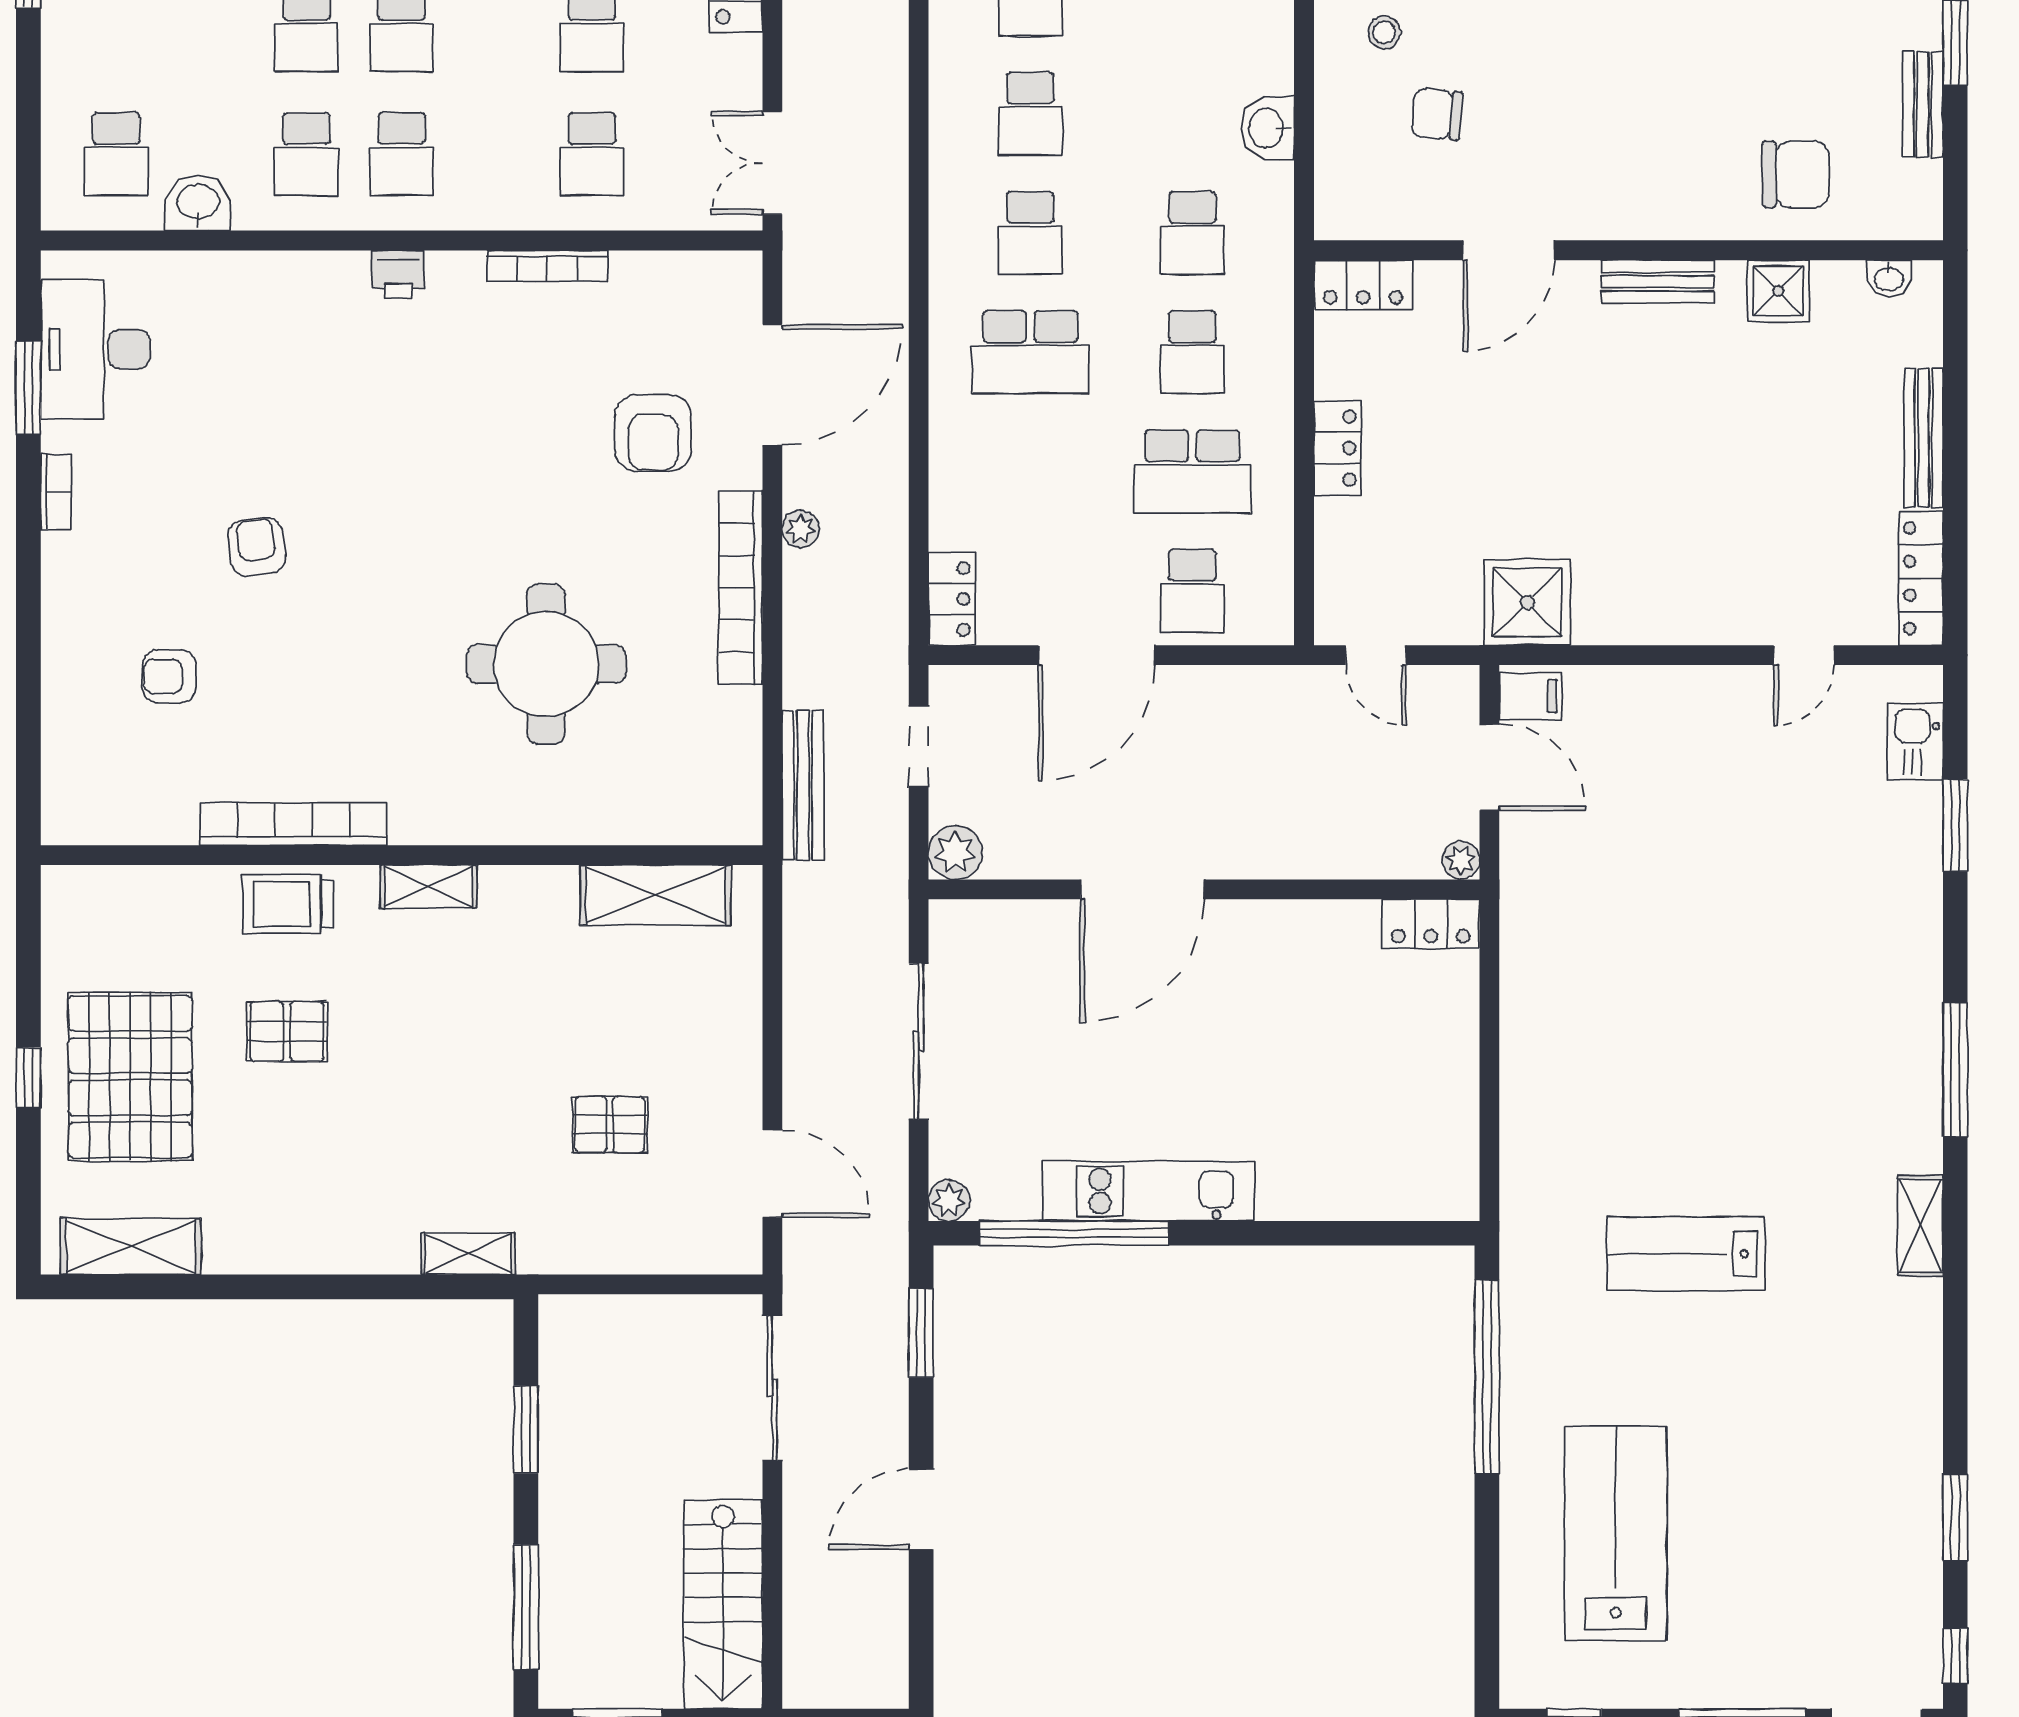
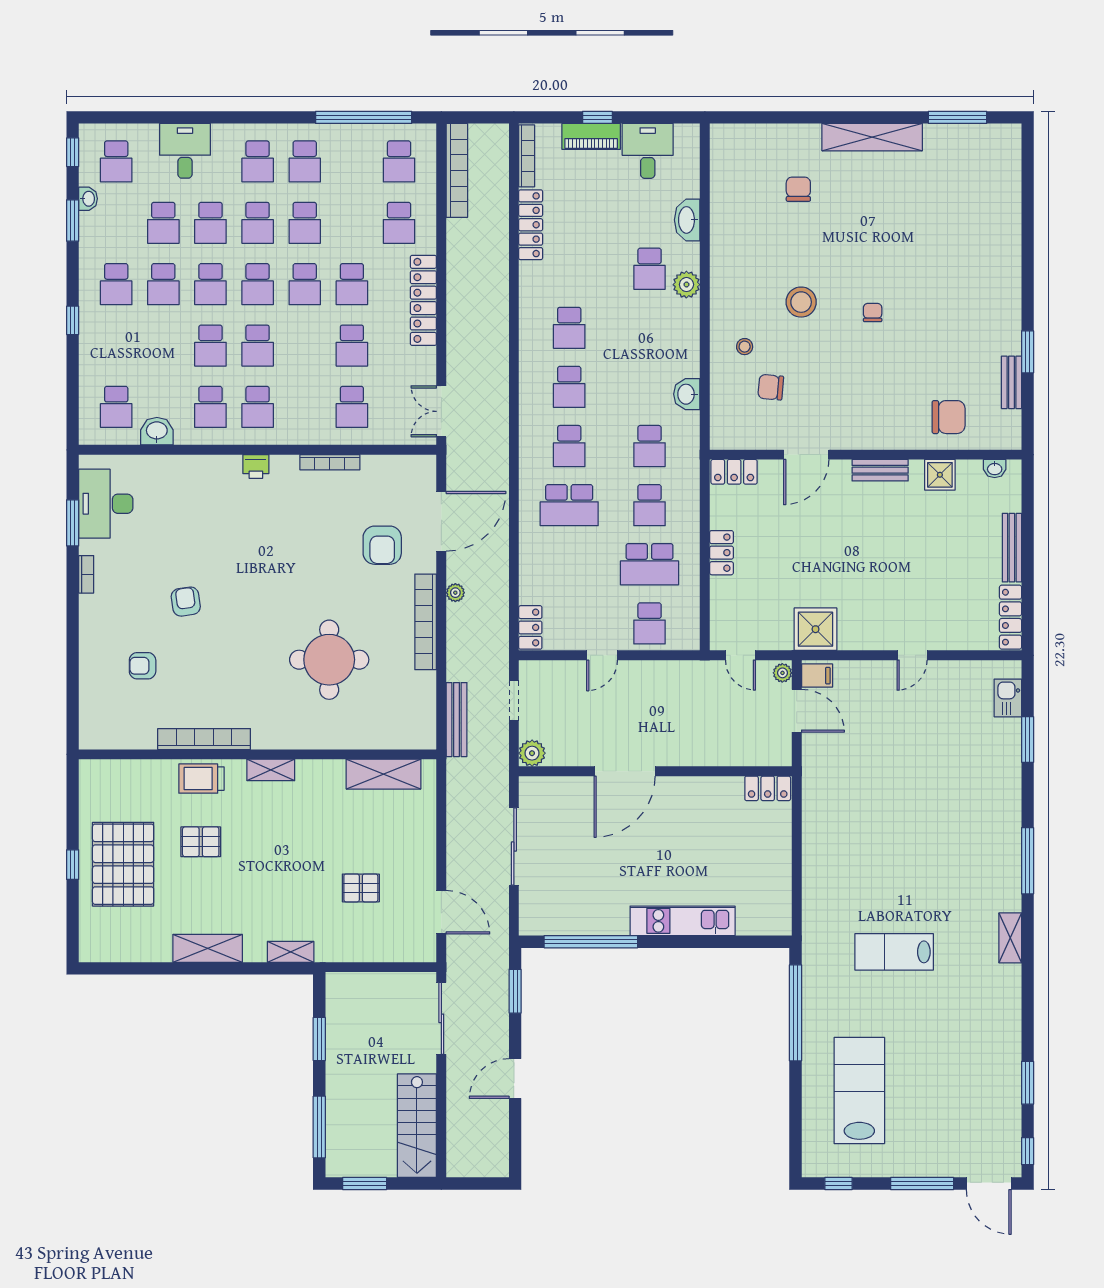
door: (1097, 655) -> (602, 655), width x0.53
door: (1804, 655) -> (912, 655), moved
plant: (1461, 860) -> (782, 673), moved
kitchen unit: (1149, 1191) -> (683, 921), moved
plant: (949, 1200) -> (529, 925), removed
shelving: (131, 1247) -> (208, 948), moved

